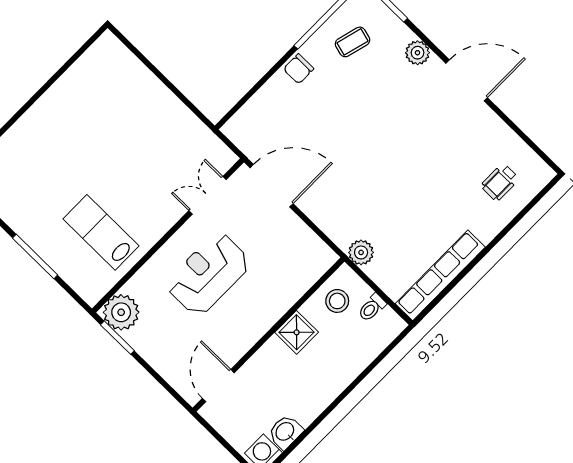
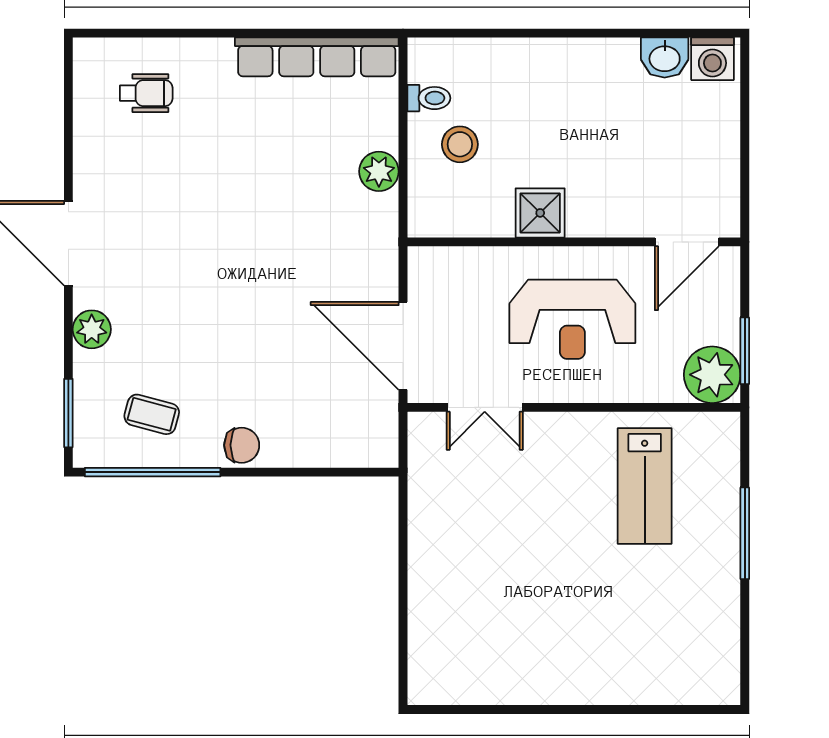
shower: (297, 332) -> (540, 213), moved
wall: (269, 335) -> (574, 242), moved
door: (218, 386) -> (687, 242), moved

